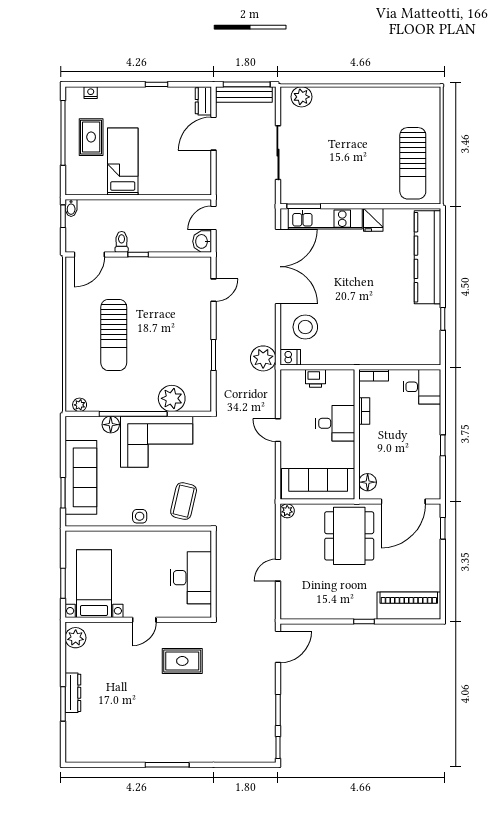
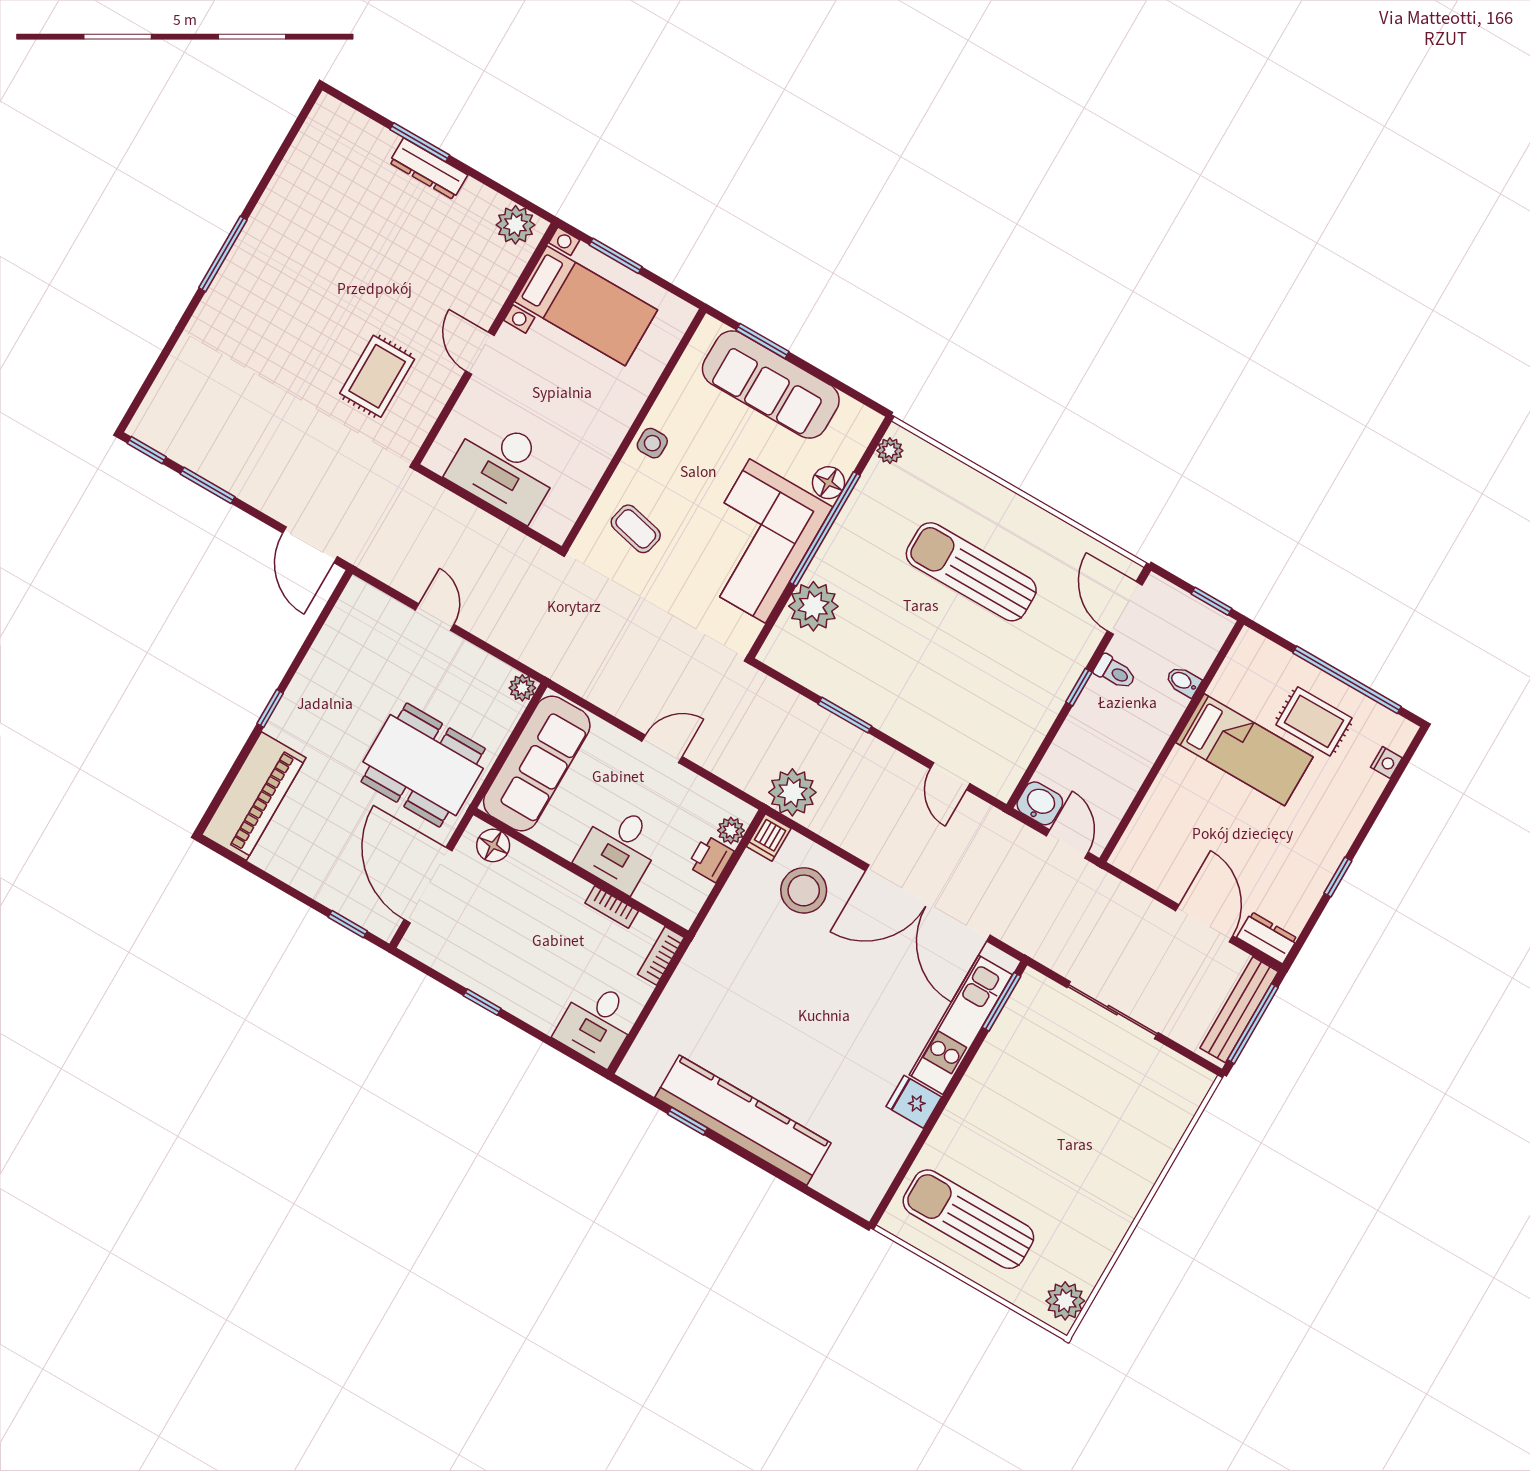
plant: (302, 97) -> (1065, 1301), moved
bidet: (71, 208) -> (1183, 681), moved
kitchen counter: (427, 257) -> (743, 1120), moved
plant: (297, 377) -> (731, 831), added
coffee table: (184, 501) -> (636, 529), width x0.73, depth x0.77

